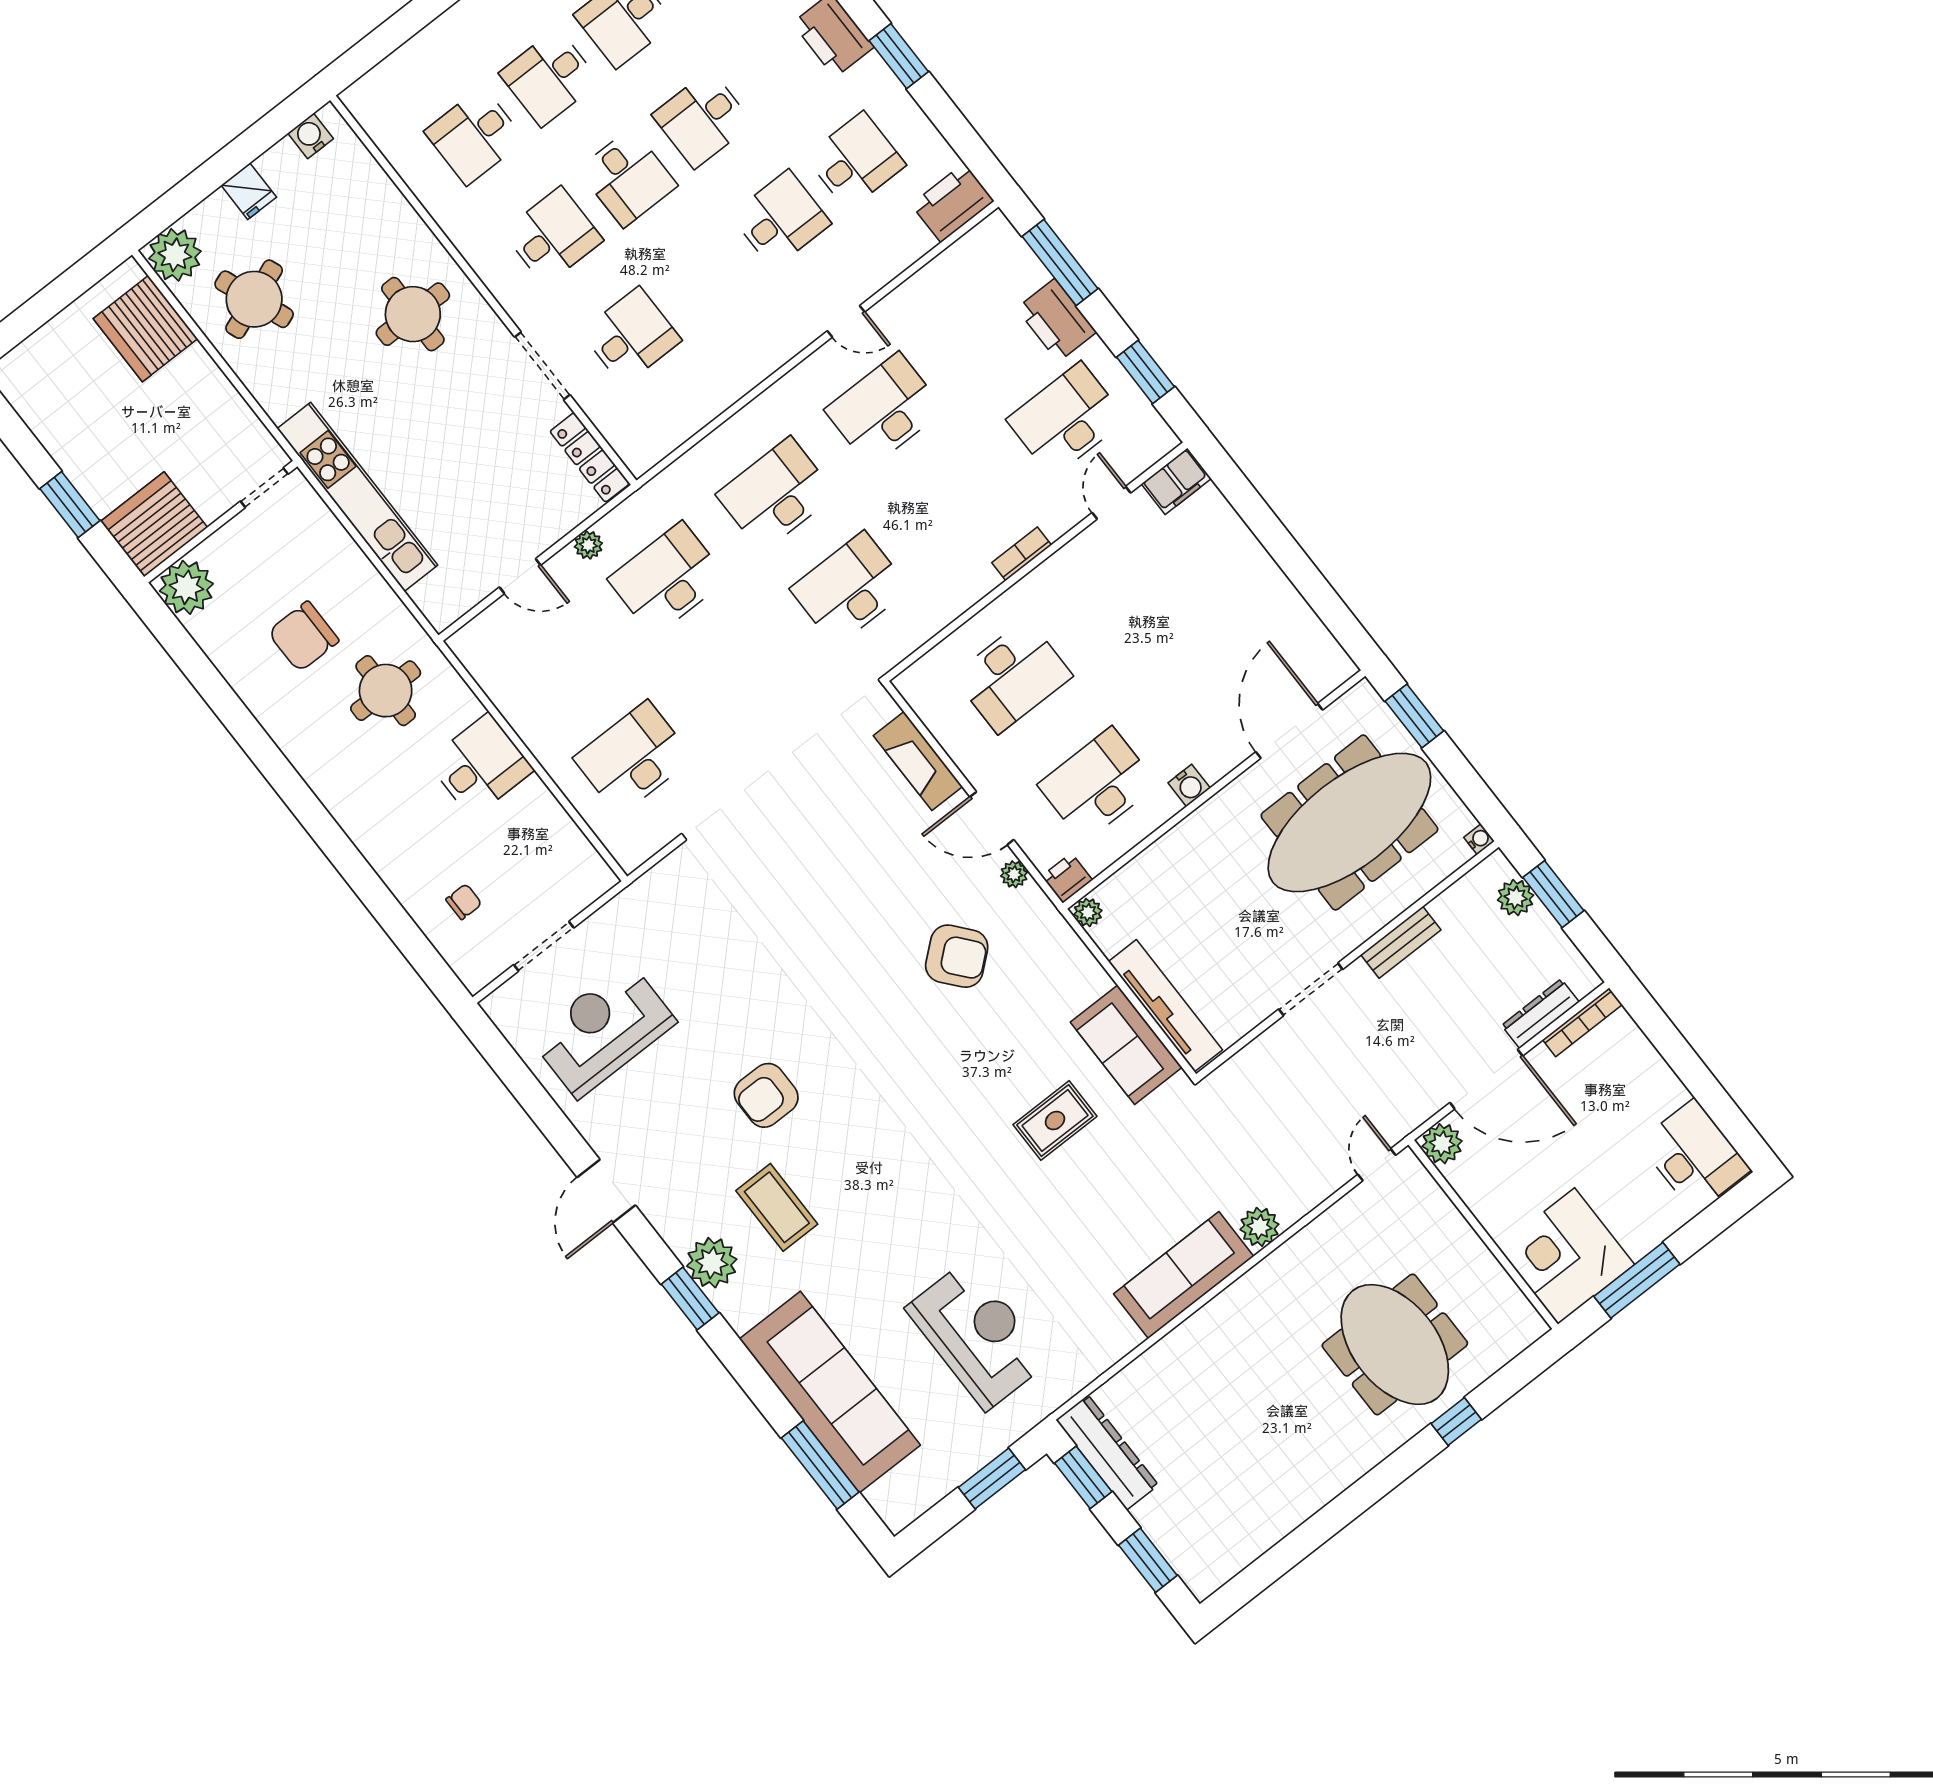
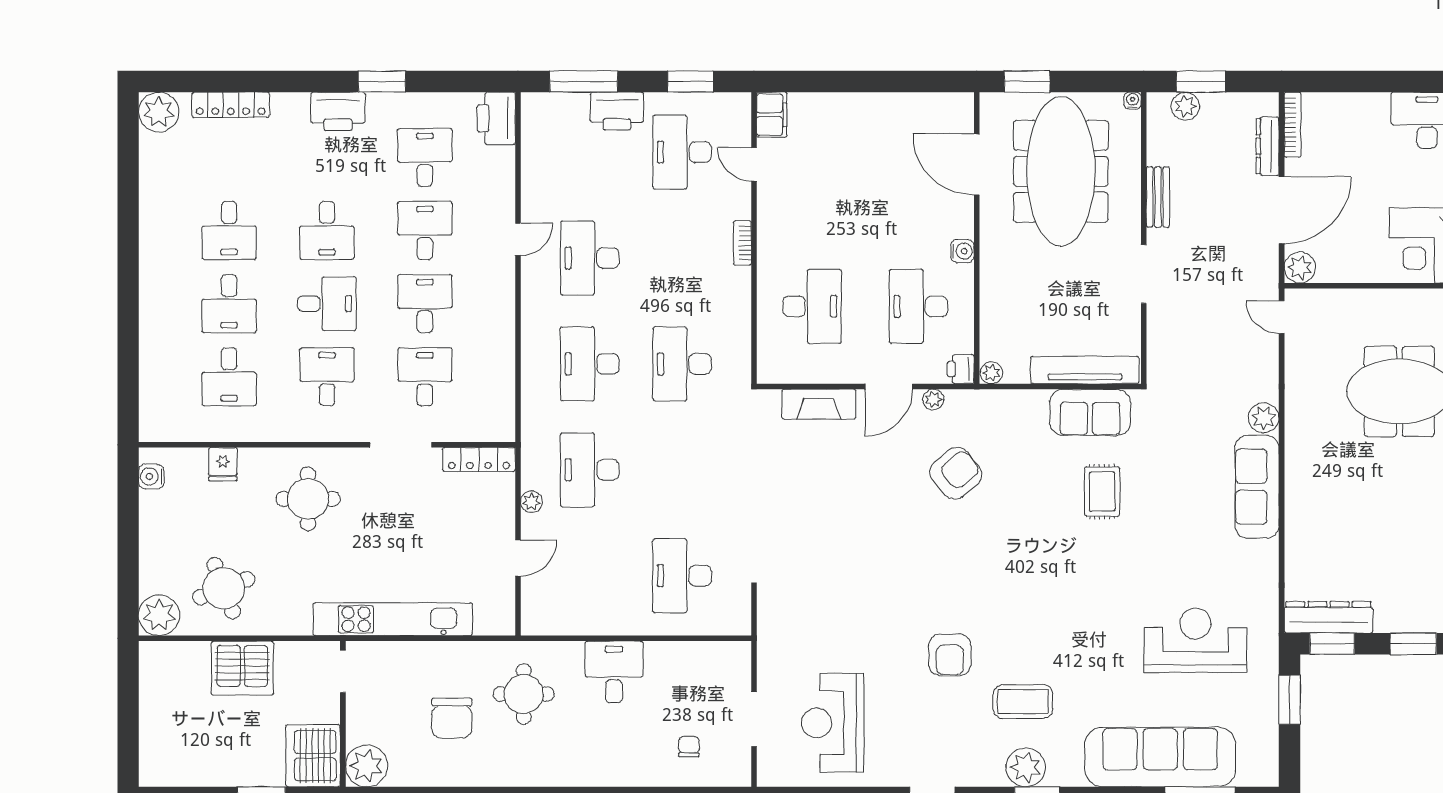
fridge: (249, 191) -> (223, 464), moved, turned 90
desk: (706, 278) -> (425, 304), added
server rack: (145, 329) -> (242, 668), moved

